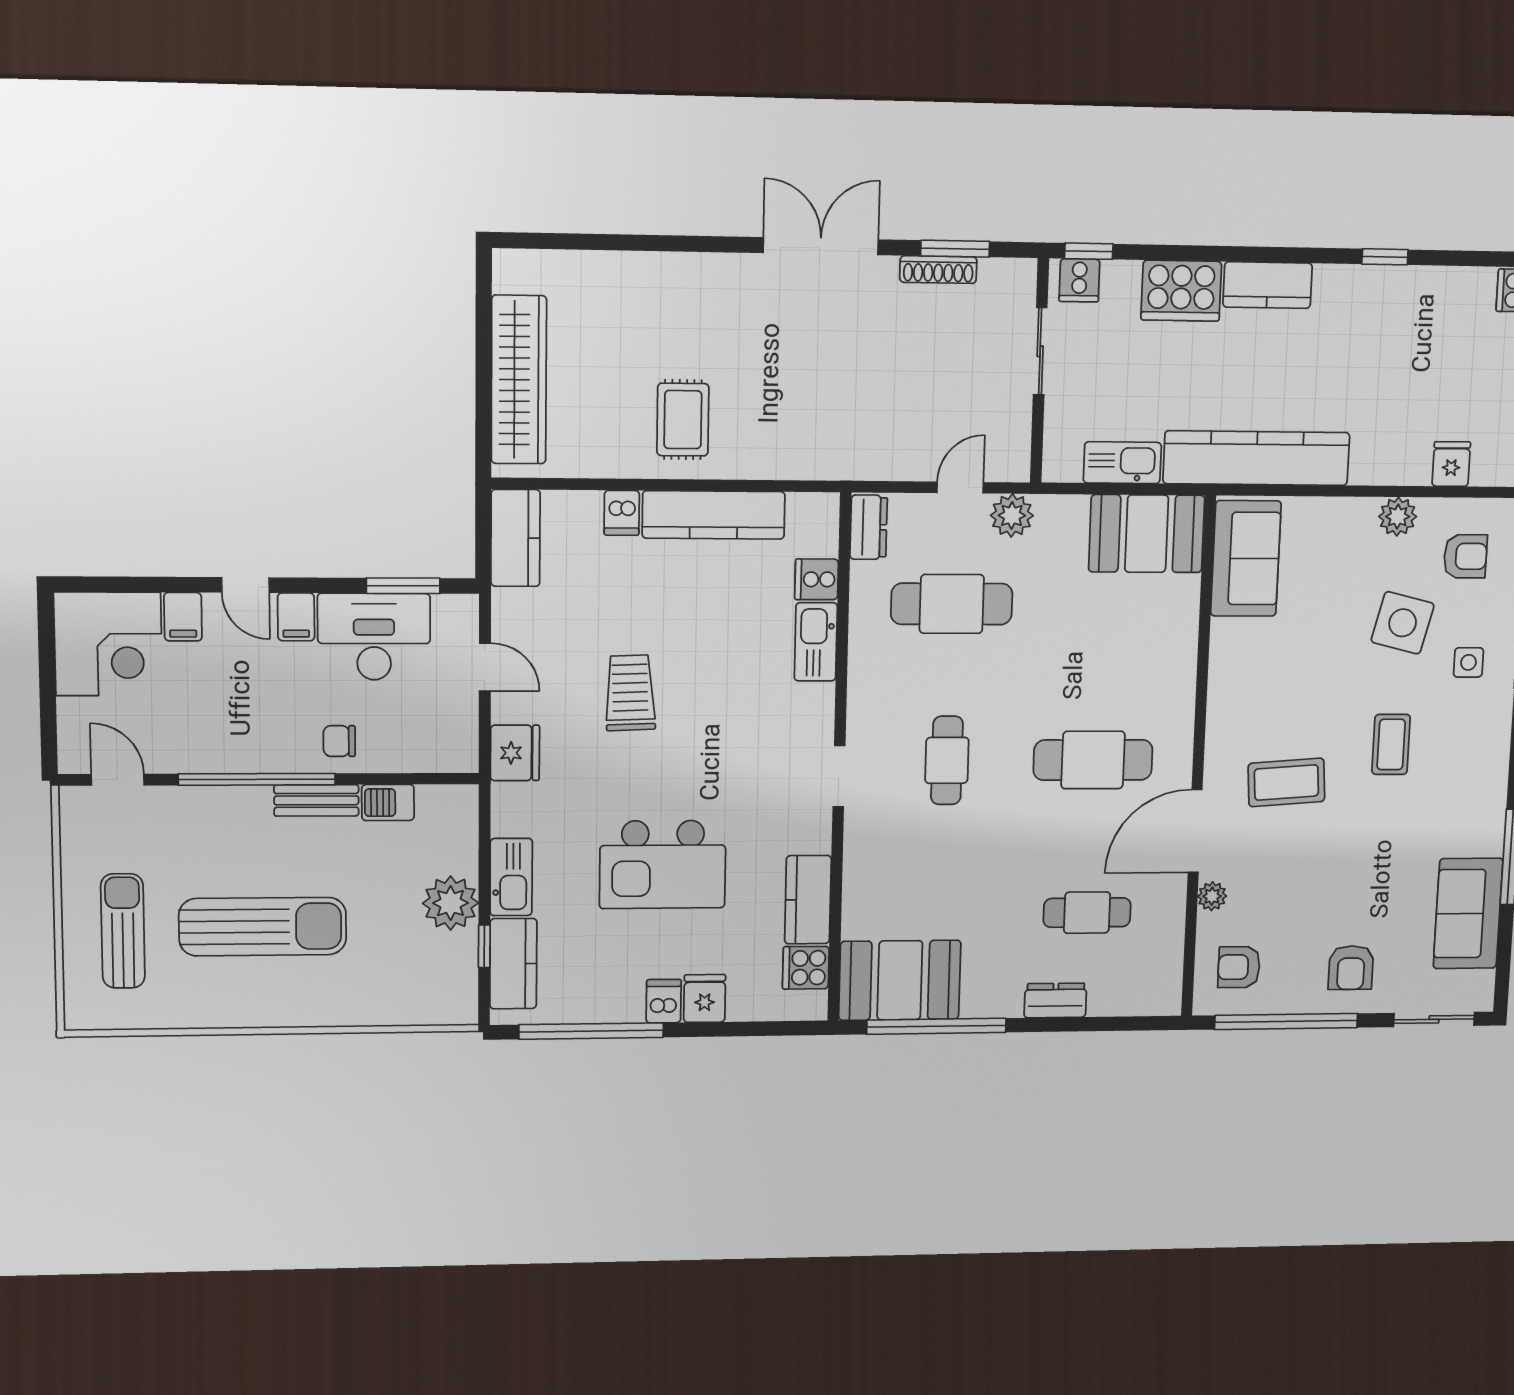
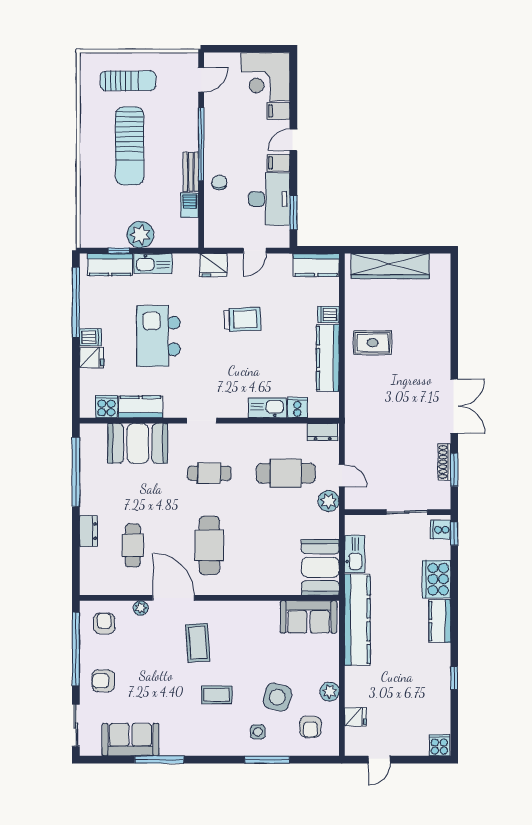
cafe table: (952, 604) -> (286, 473), turned 90
booth: (900, 980) -> (138, 443), moved, turned 90

